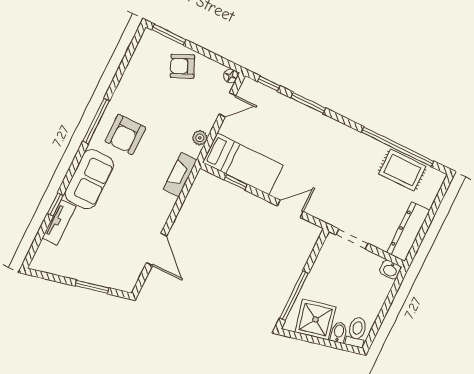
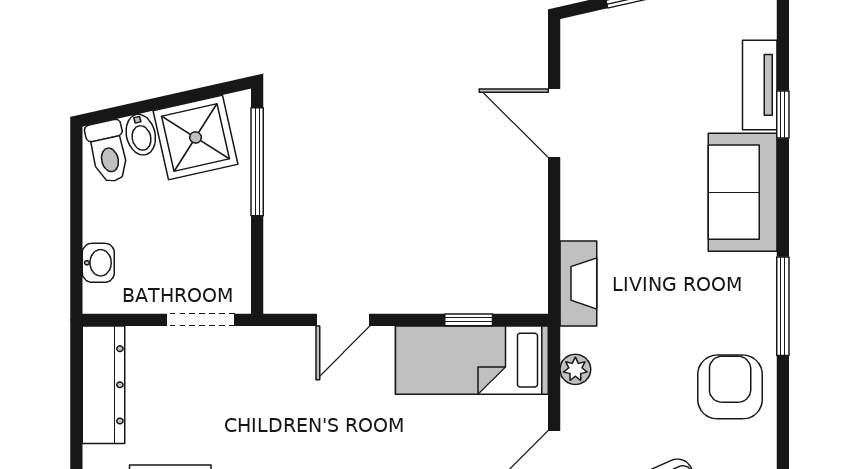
armchair: (125, 134) -> (730, 387), moved
washbasin: (390, 270) -> (98, 263), moved, turned 90

